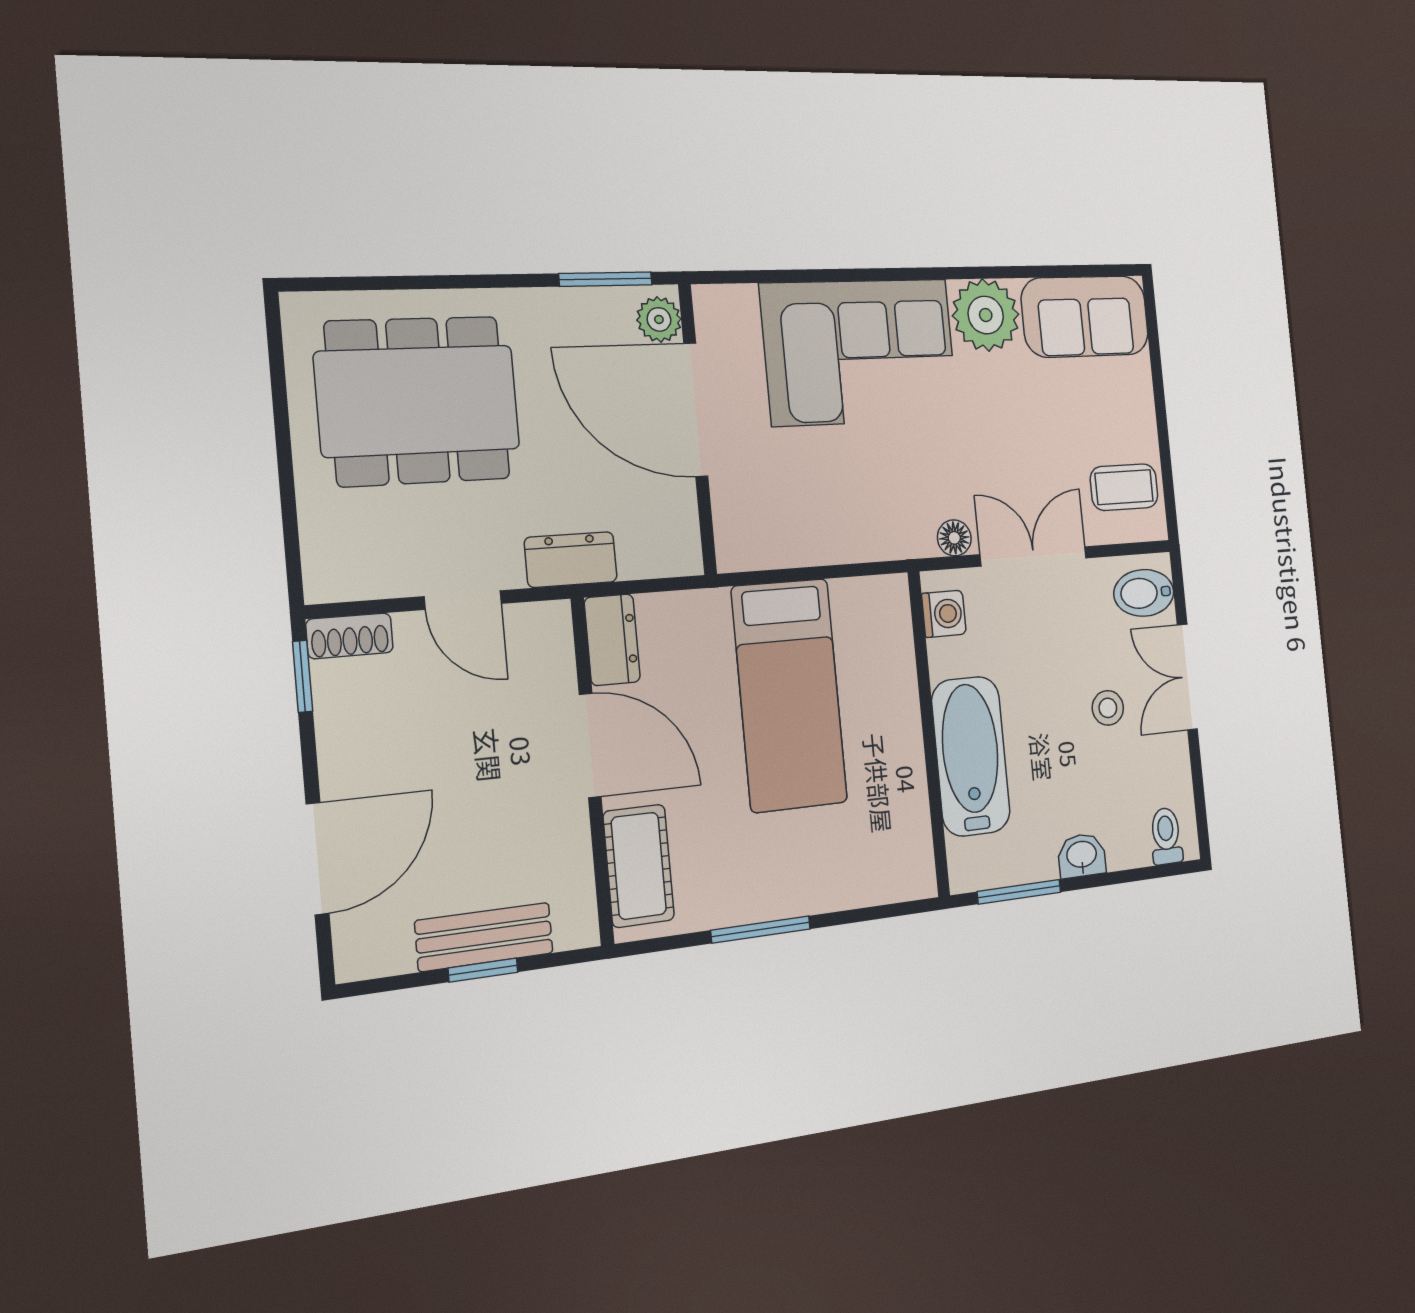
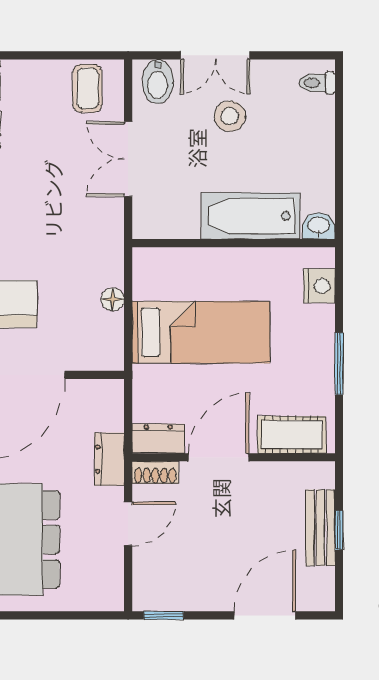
floor lamp: (954, 538) -> (113, 299), moved
washing machine: (944, 614) -> (160, 225), removed
shoe rack: (350, 636) -> (155, 472), moved, turned 90
stool: (1108, 708) -> (230, 116), width x1.37, depth x1.37
washbasin: (1082, 855) -> (319, 226), moved, turned 90
door: (318, 859) -> (265, 615), hinge flipped
nightstand: (878, 880) -> (319, 286), added
window: (1019, 892) -> (339, 192), removed

